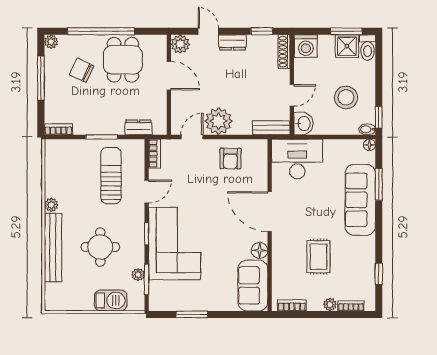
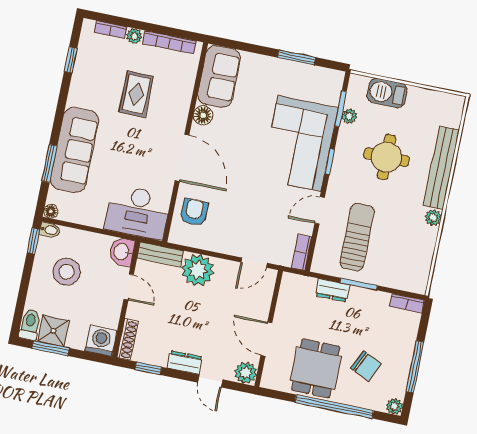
door: (292, 95) -> (129, 287), swing flipped
plant: (219, 121) -> (198, 270), moved
dresser: (139, 127) -> (333, 290), moved
armchair: (230, 158) -> (194, 212), moved
sun lounger: (111, 176) -> (357, 237), turned 180
bookcase: (292, 305) -> (169, 42), width x1.56

